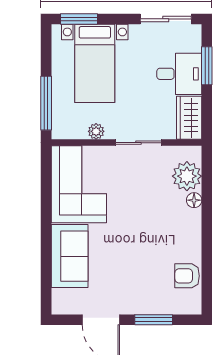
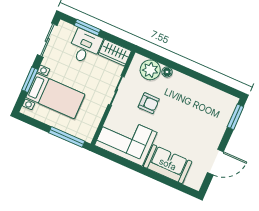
window: (79, 19) -> (30, 80), moved
plant: (96, 131) -> (98, 114), removed
armchair: (187, 276) -> (149, 103), moved, turned -90
window: (154, 320) -> (235, 117), moved

